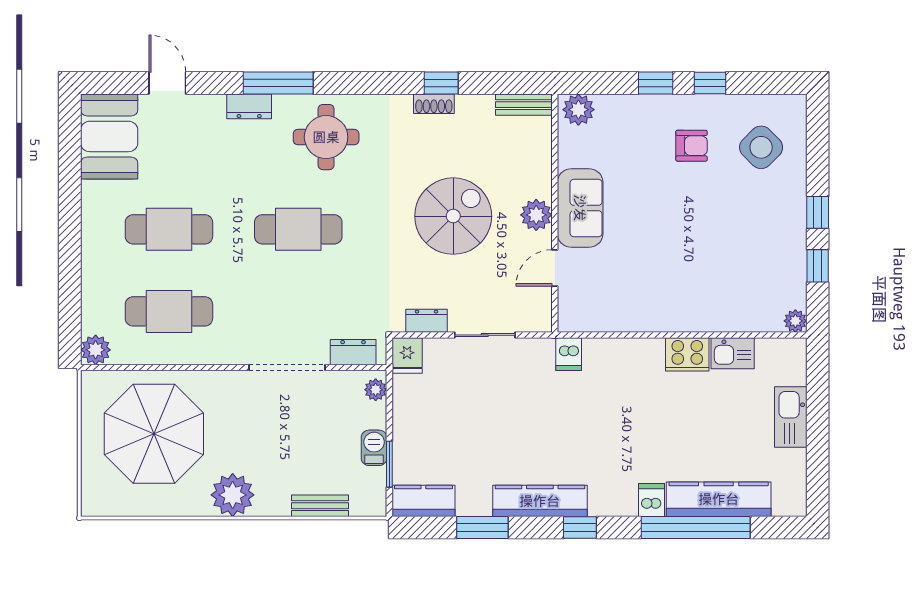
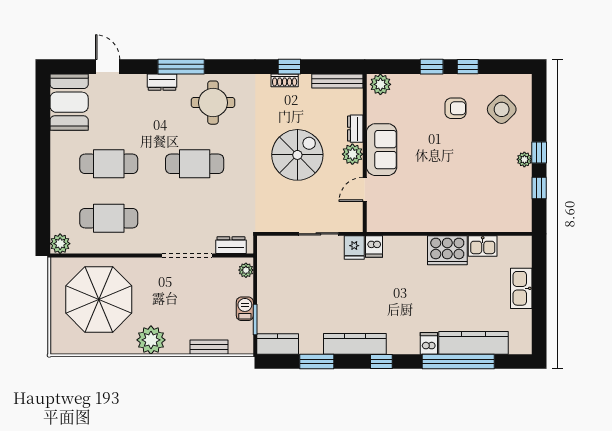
bench: (524, 105) -> (337, 81), width x1.36
dresser: (426, 321) -> (355, 129), moved, turned -90
plant: (795, 321) -> (524, 159), moved
cooker: (687, 354) -> (447, 250), width x1.37, depth x1.31
fridge: (407, 356) -> (354, 247), moved

